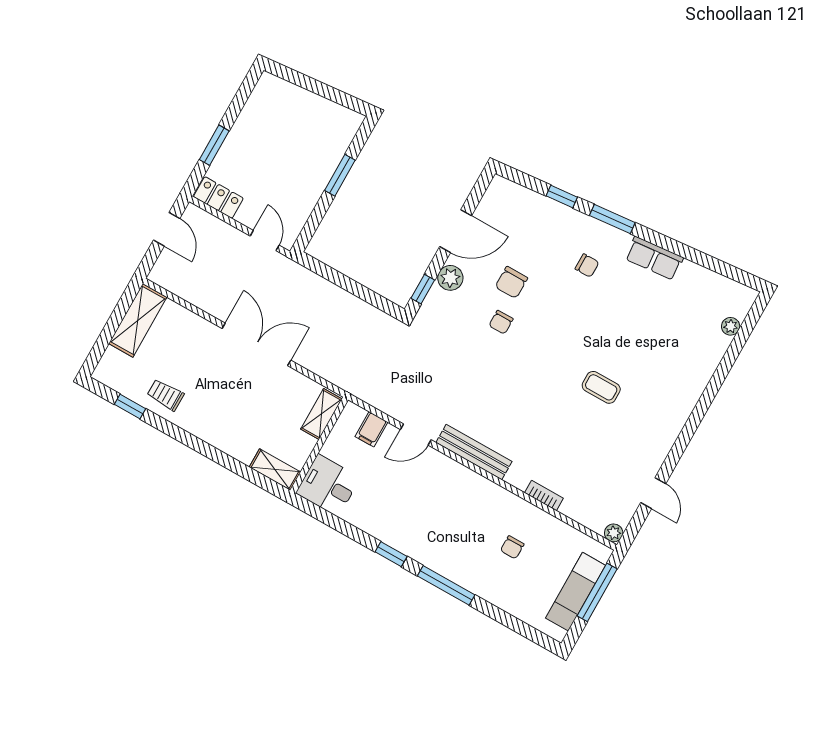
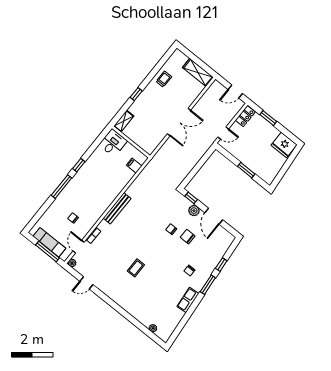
fridge: (269, 100) -> (284, 145), added
window: (130, 406) -> (136, 94), moved
shelving: (321, 414) -> (144, 145), removed
door: (416, 435) -> (79, 247), moved

